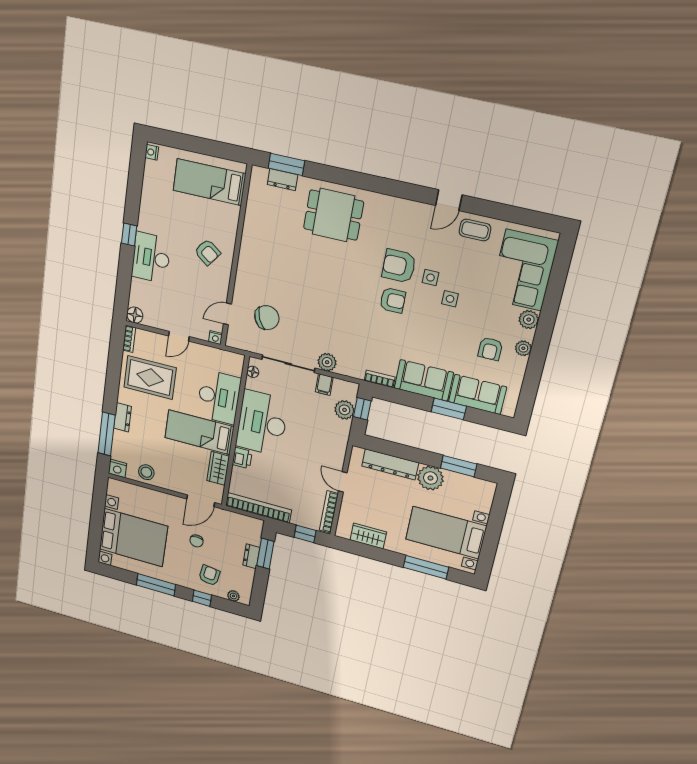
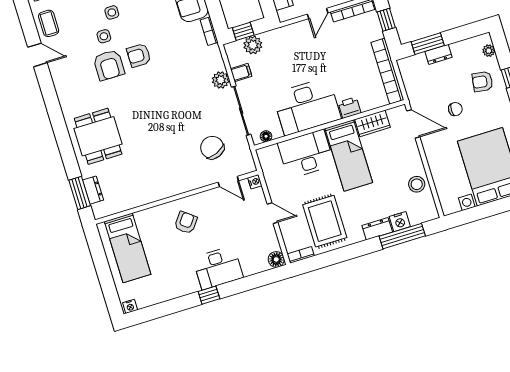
armchair: (393, 300) -> (139, 55), turned -90
nightstand: (117, 468) -> (400, 222), moved, turned 90

